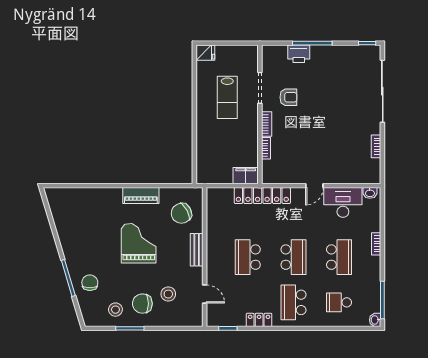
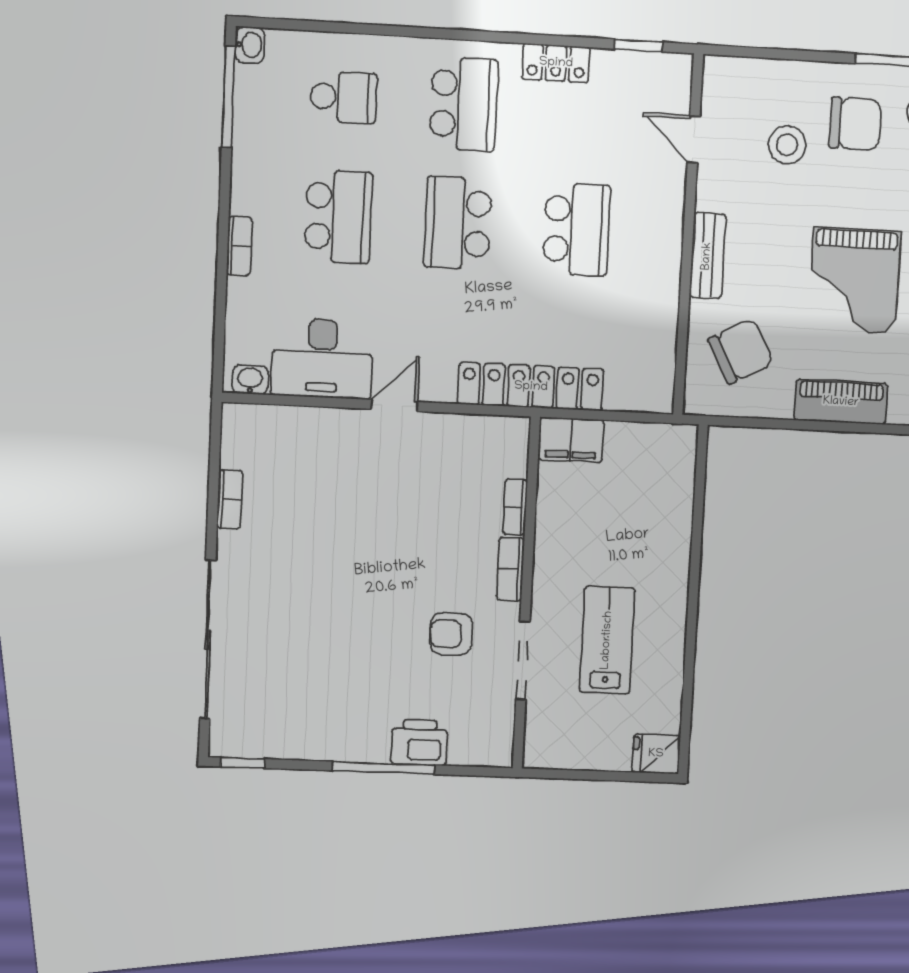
school desk: (339, 257) -> (338, 217), turned 180

